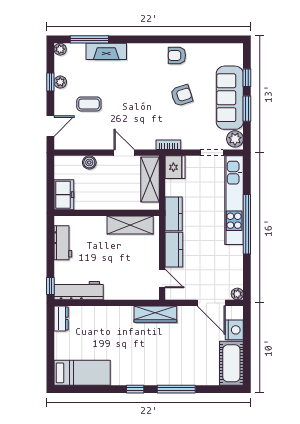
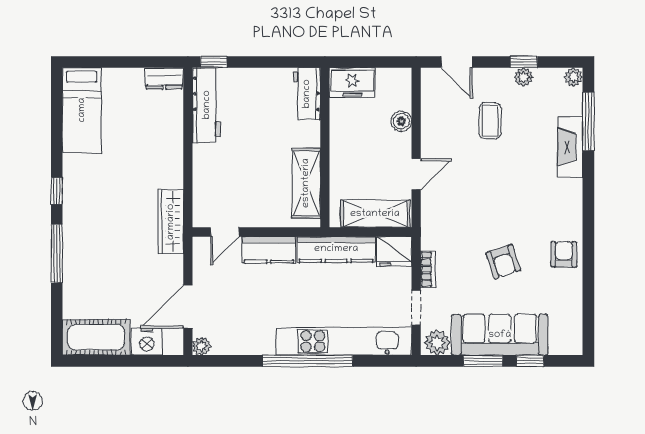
bookcase: (168, 145) -> (428, 269), moved
kitchen counter: (174, 214) -> (336, 249), width x1.50
workbench: (63, 243) -> (307, 94), moved, turned 90

